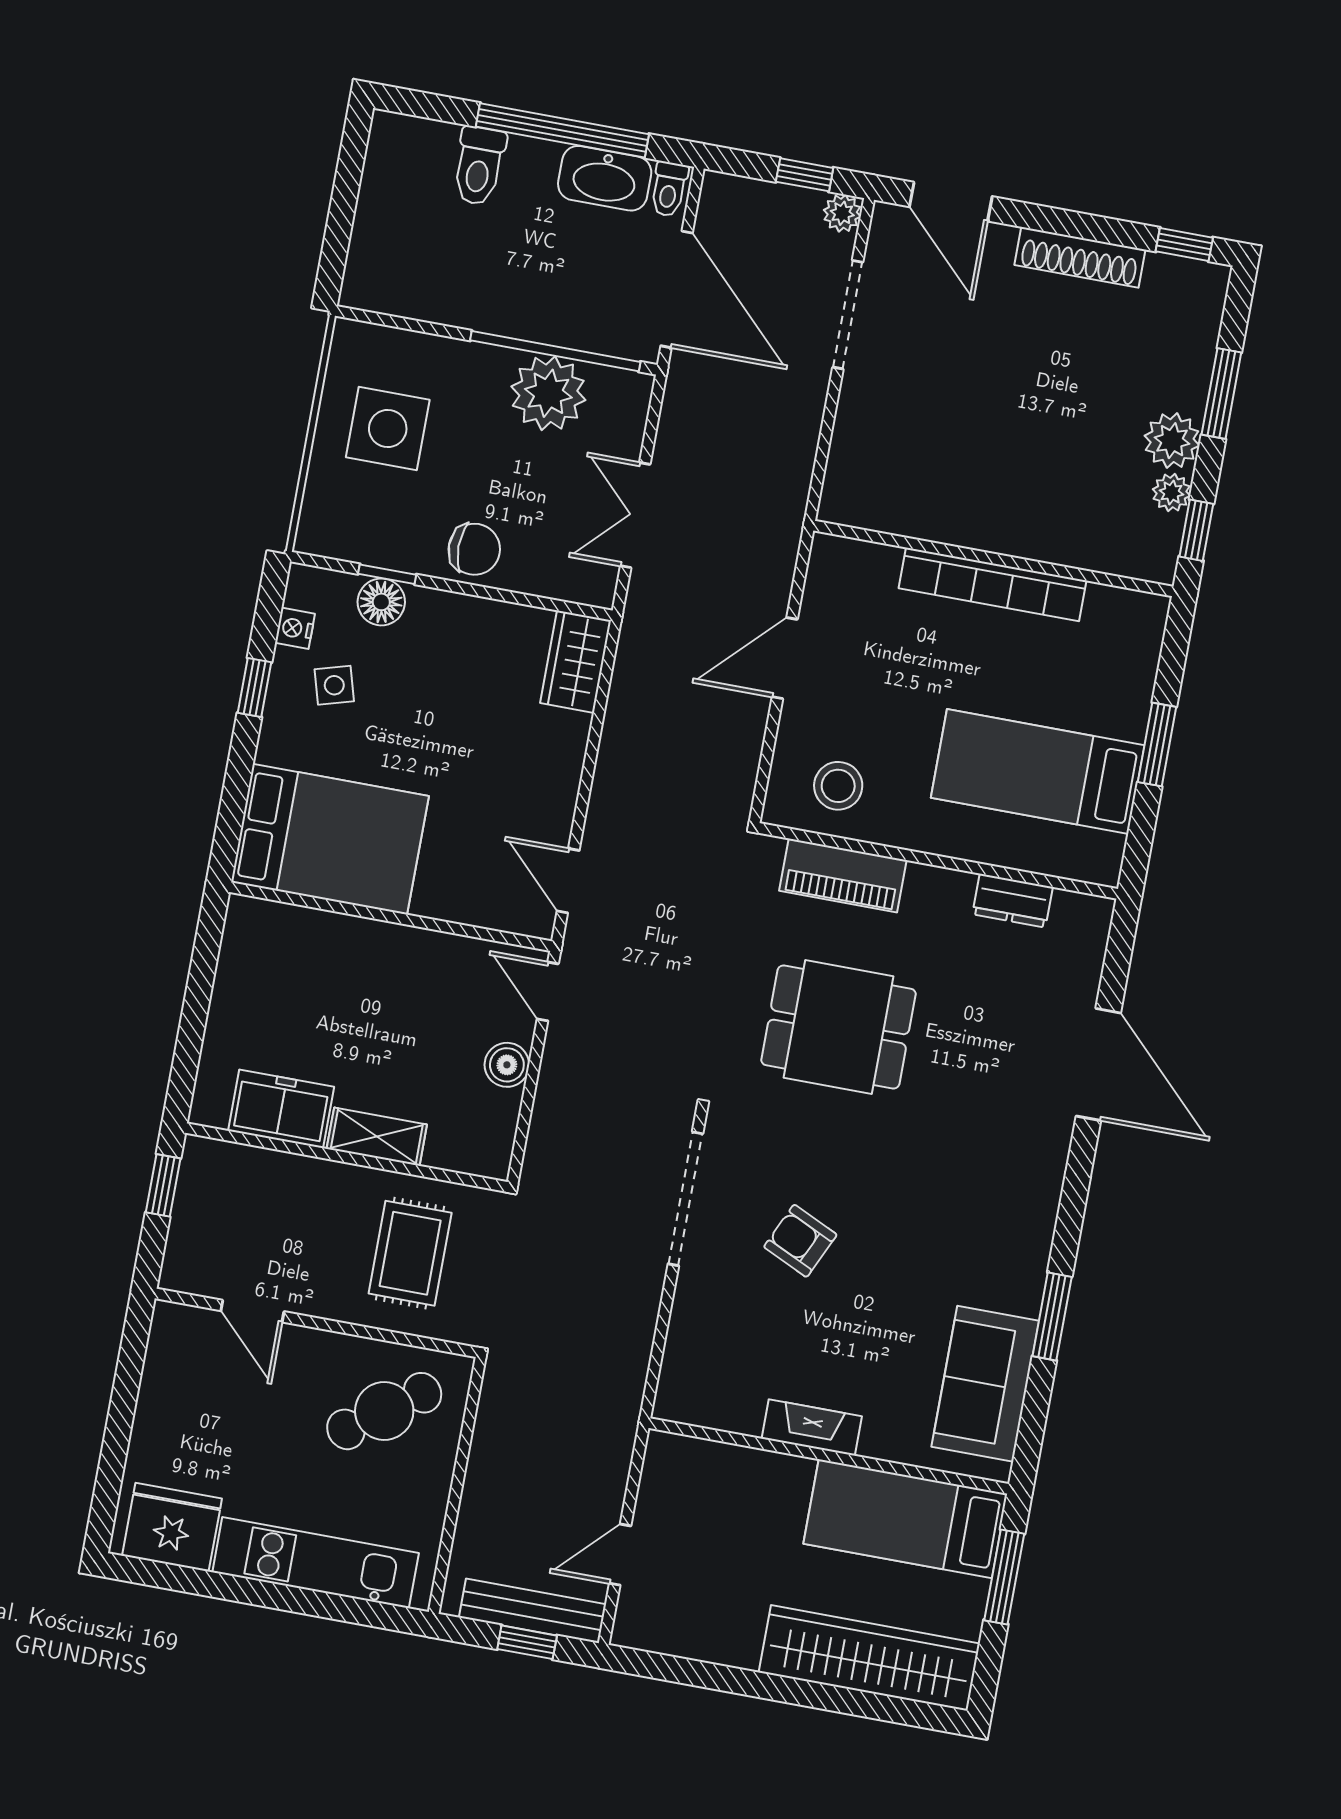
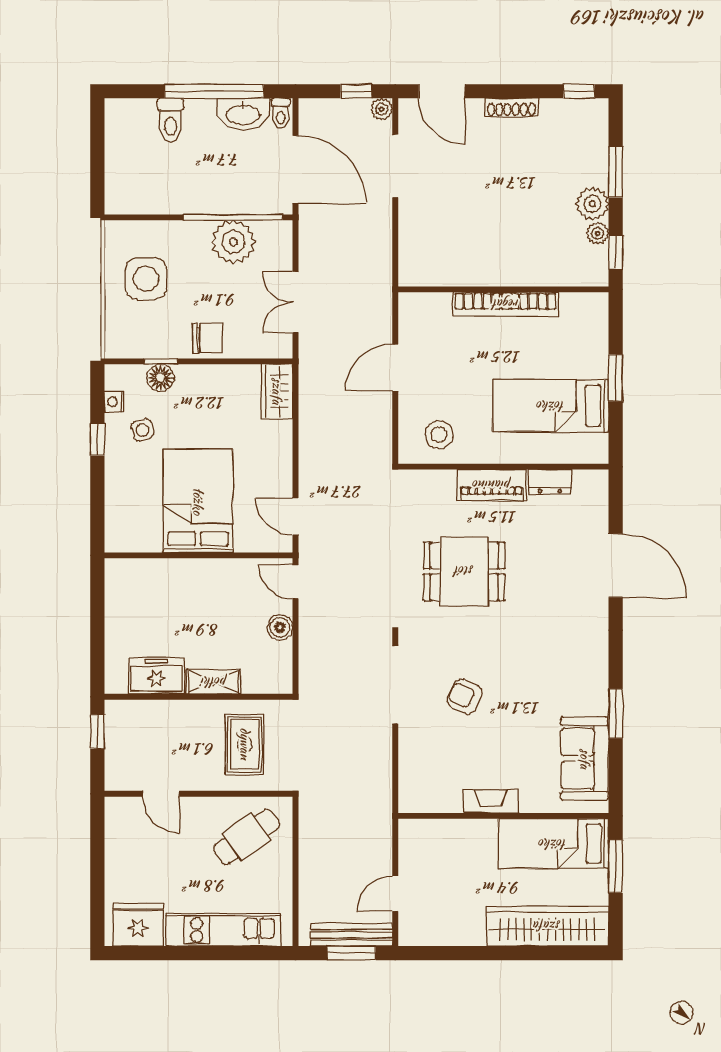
shoe rack: (1080, 257) -> (511, 107), width x0.74, depth x0.81
bed: (330, 839) -> (198, 501), moved, turned -90
piano: (843, 875) -> (492, 485), moved
window: (527, 1642) -> (352, 953), width x1.50

